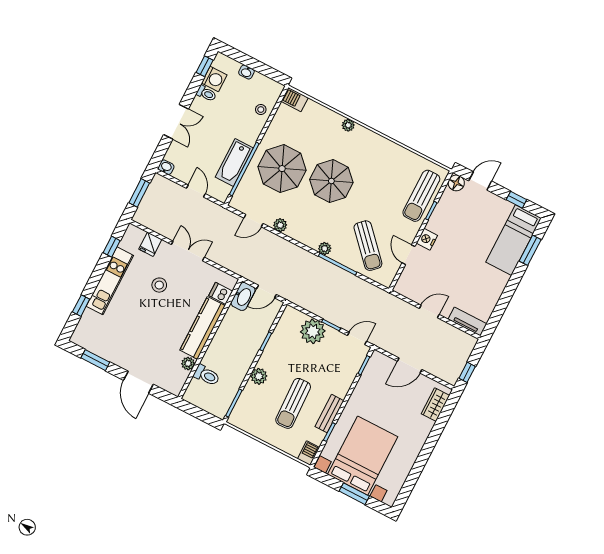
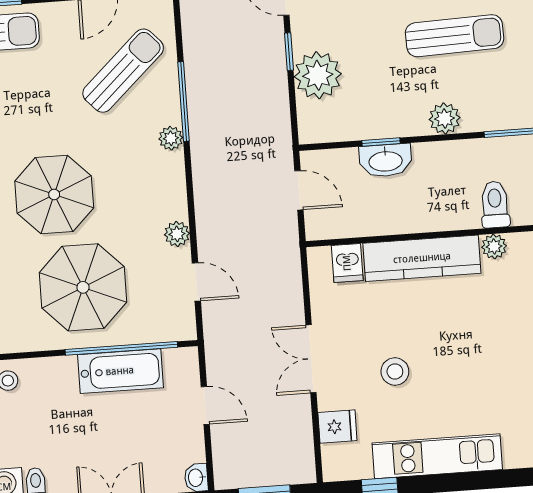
door: (196, 191) -> (205, 405), swing flipped
washbasin: (243, 296) -> (385, 160), moved, turned 180
window: (81, 306) -> (506, 478), removed

